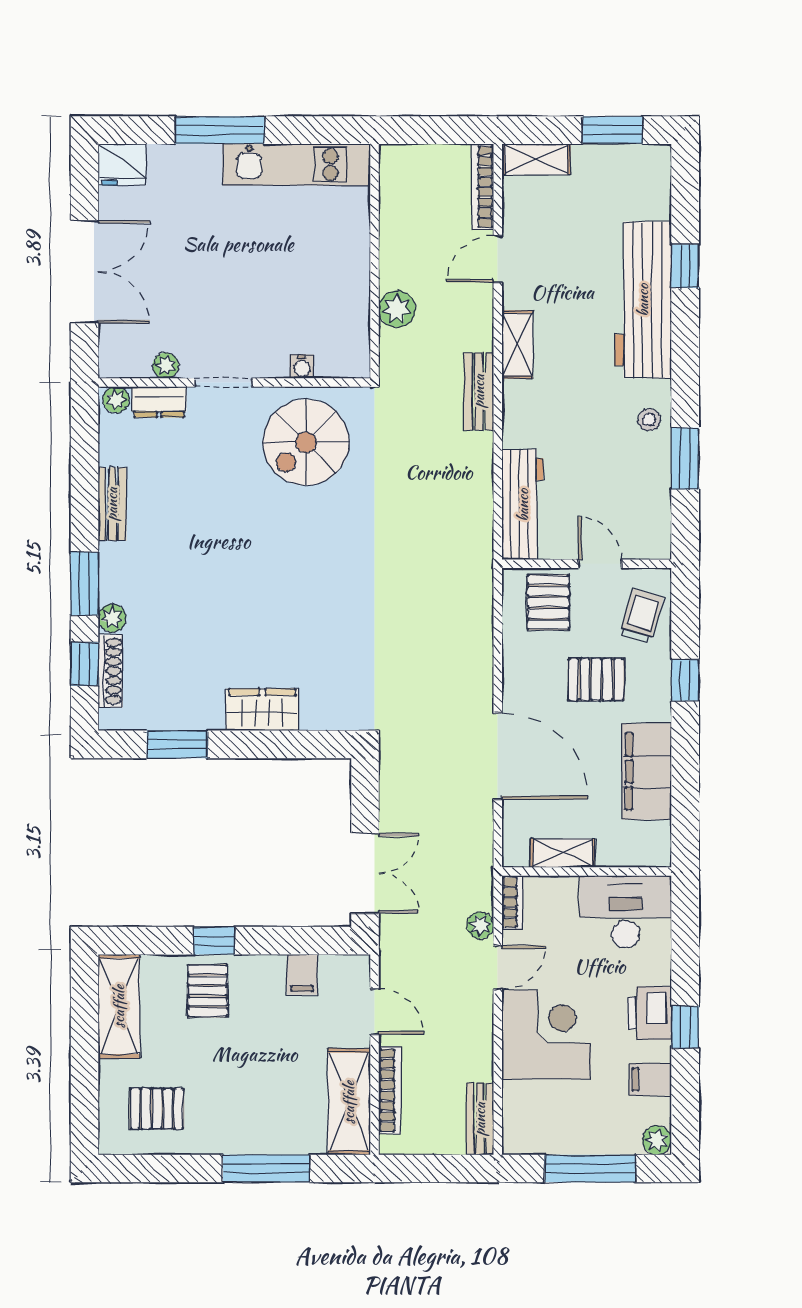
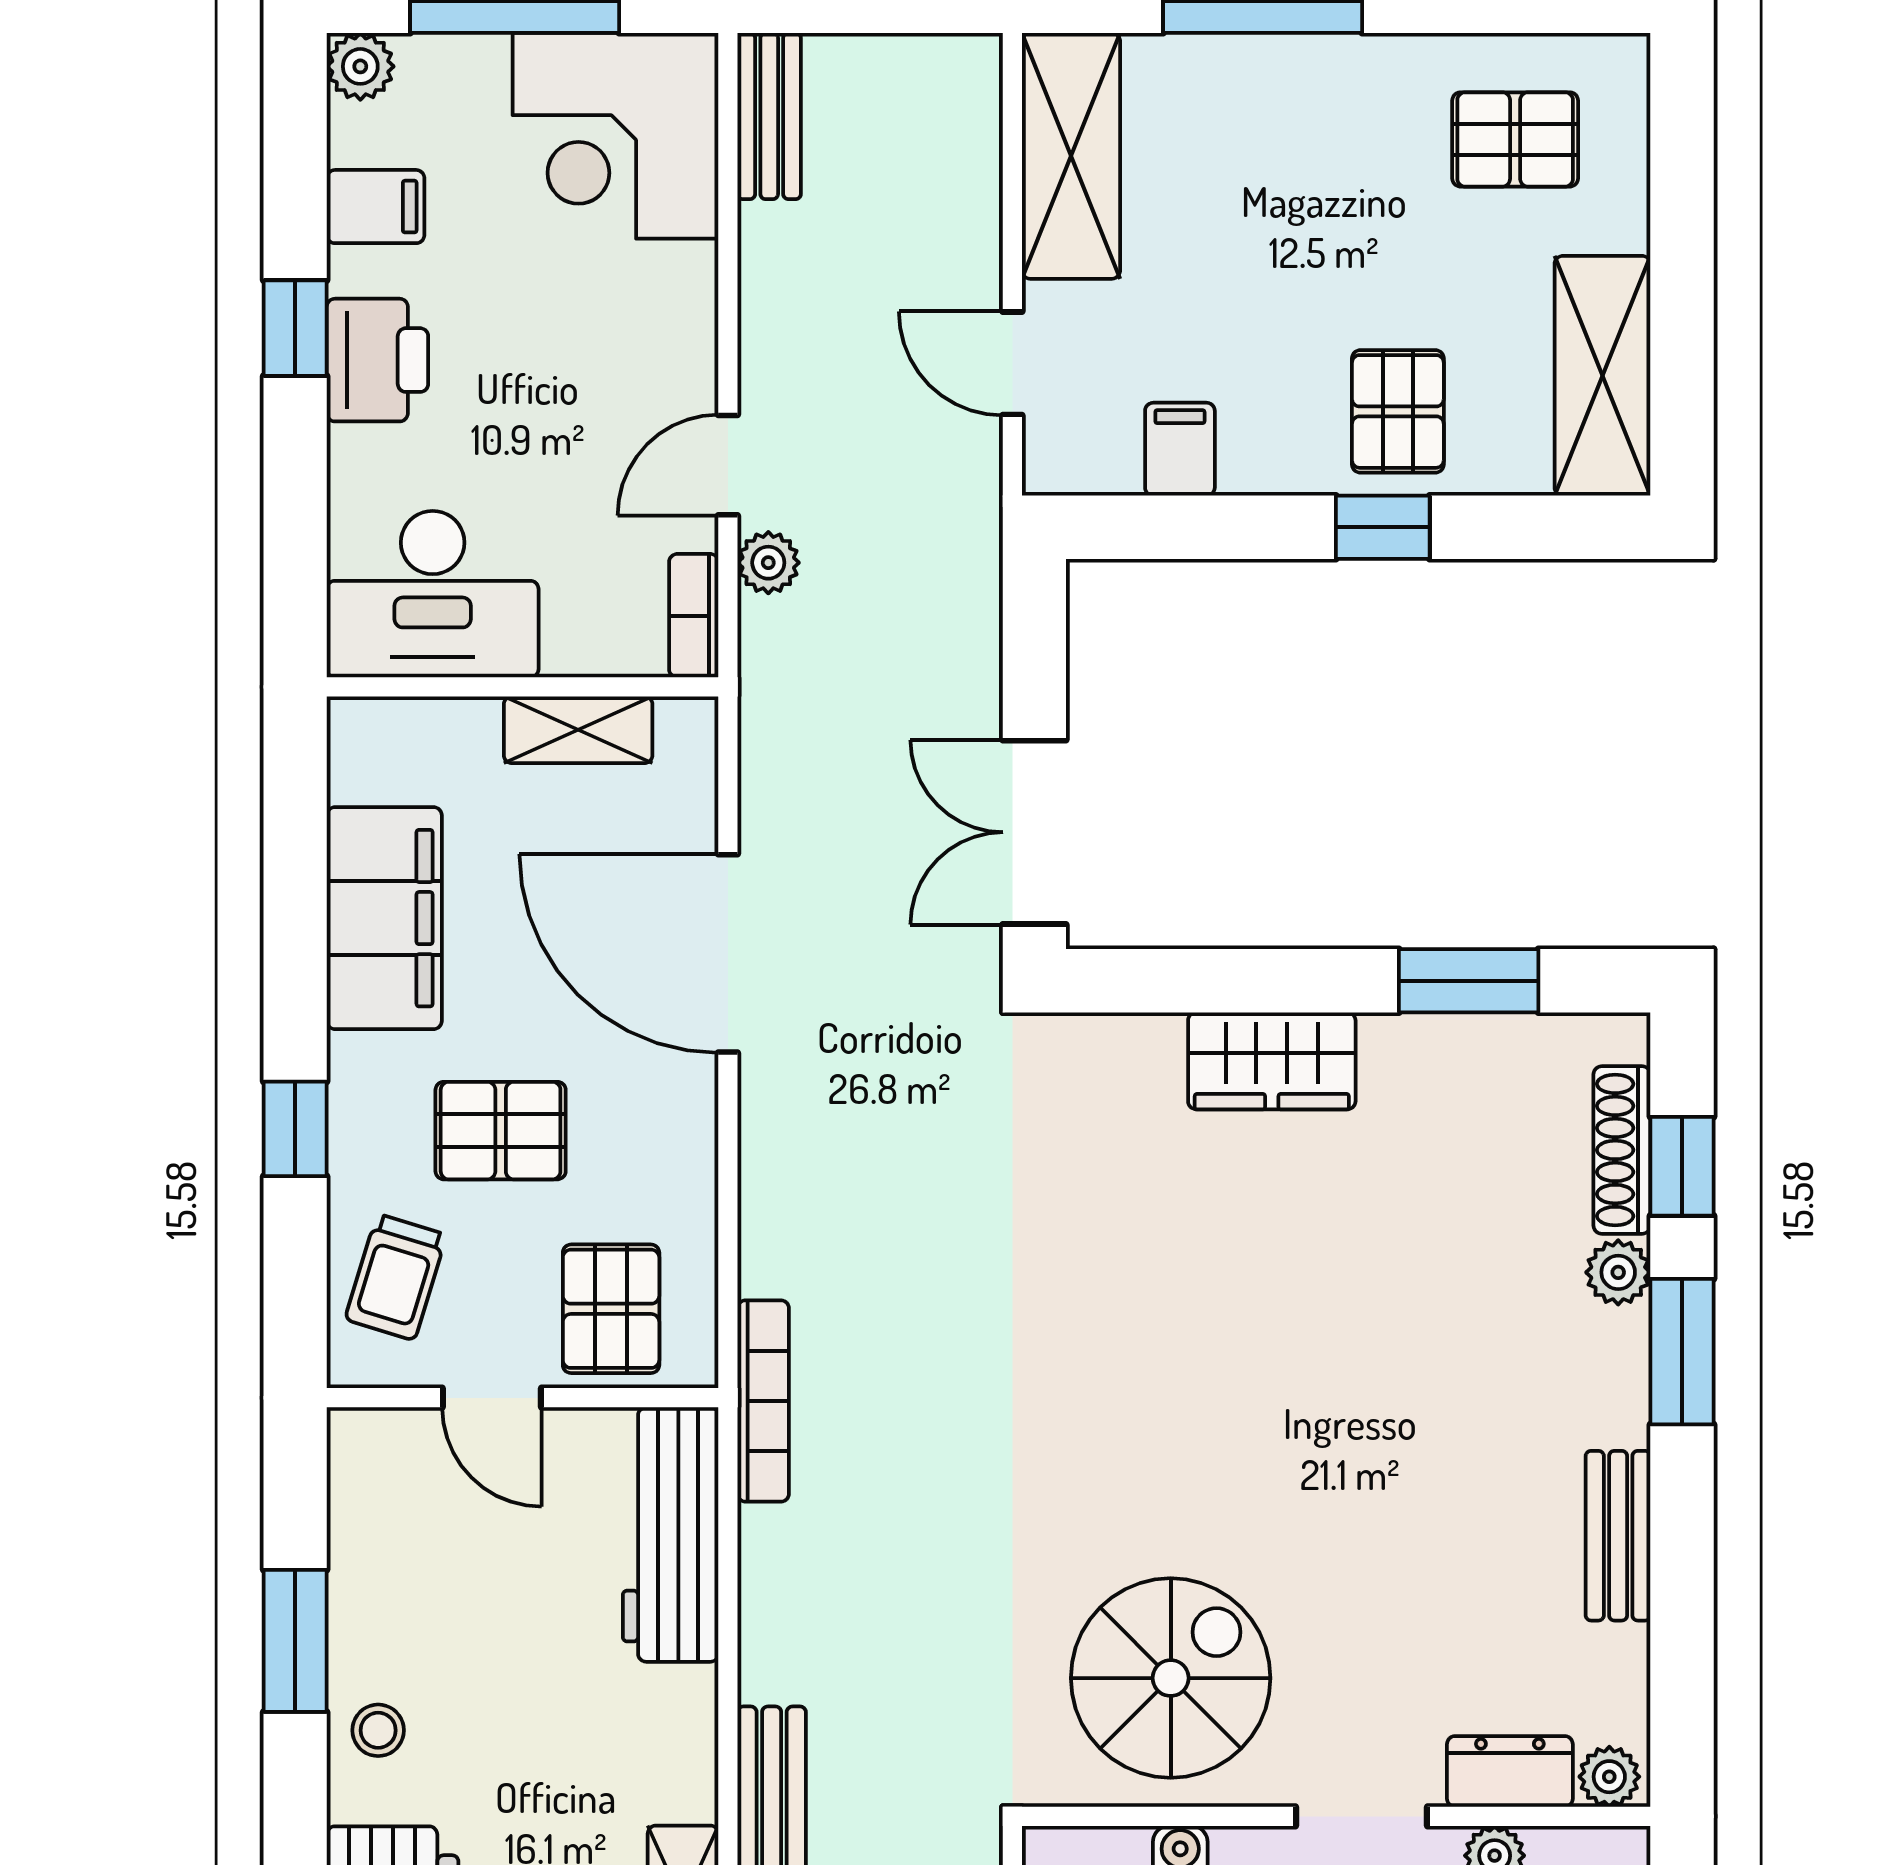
double door: (365, 873) -> (1034, 832), moved
corner desk: (546, 1034) -> (616, 136), moved
bookcase: (390, 1090) -> (763, 1401), moved, turned 180

